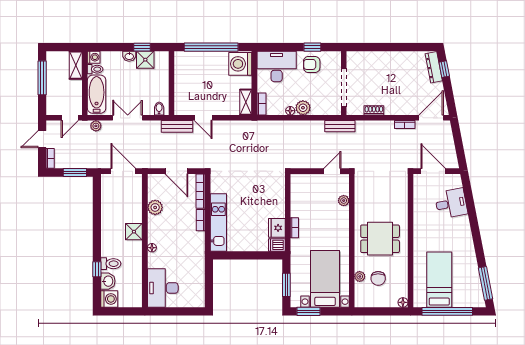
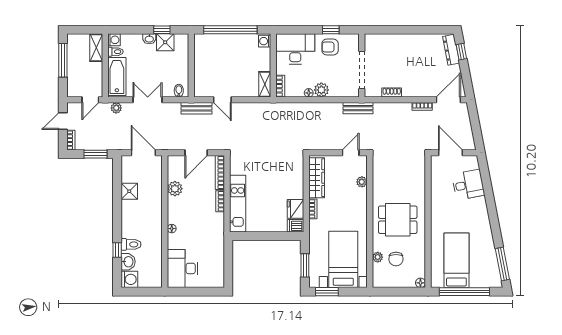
washing machine: (240, 64) -> (265, 41), width x0.53, depth x0.53
door: (177, 171) -> (196, 153), hinge flipped
wardrobe: (298, 196) -> (317, 178), added
shower: (134, 232) -> (129, 191), moved

